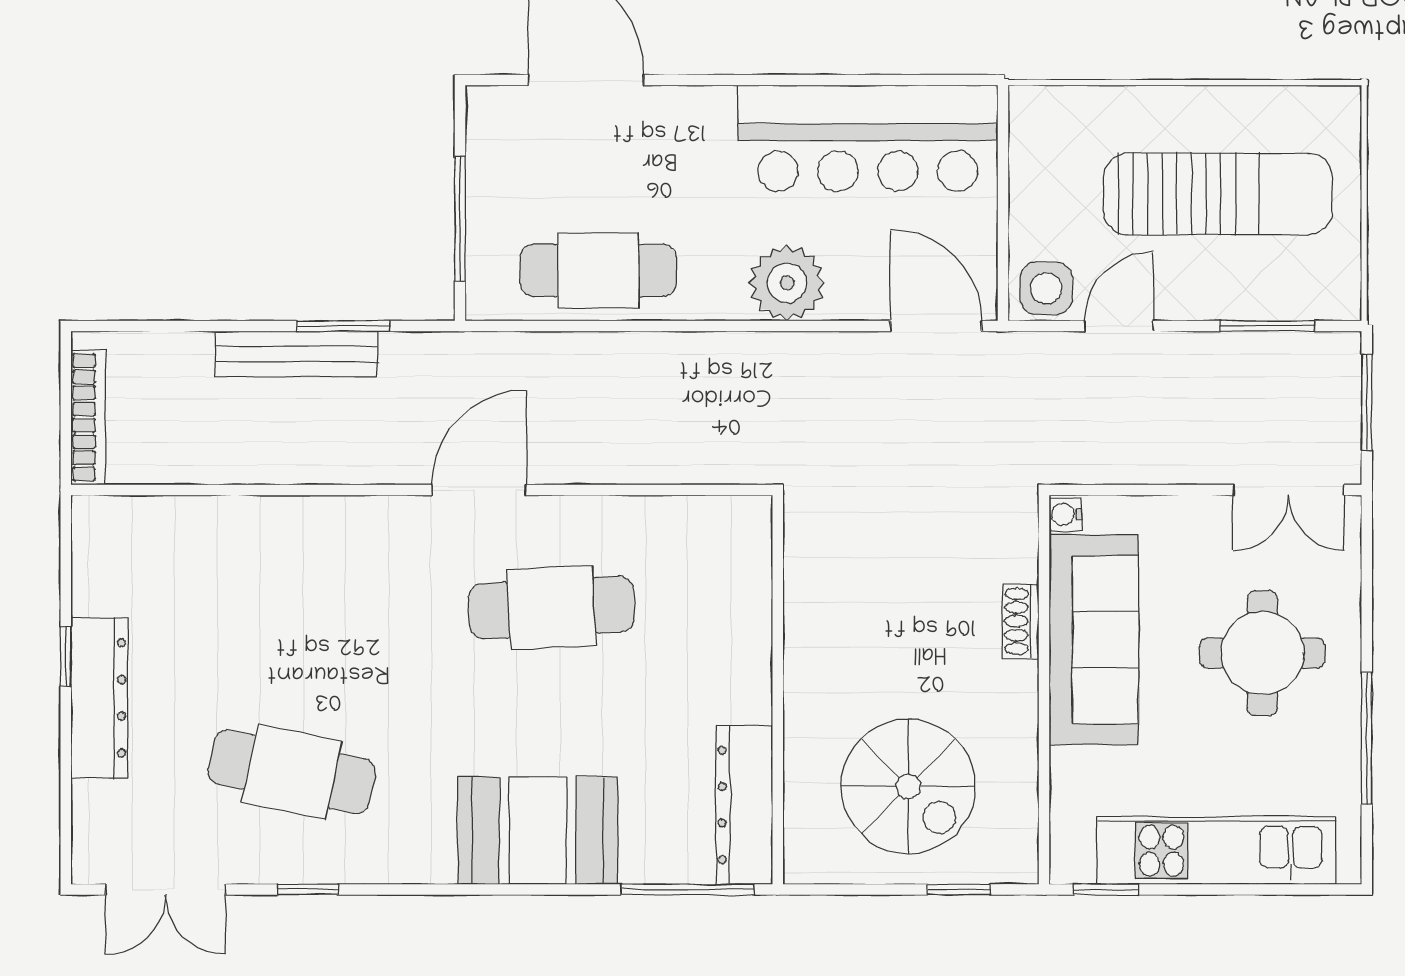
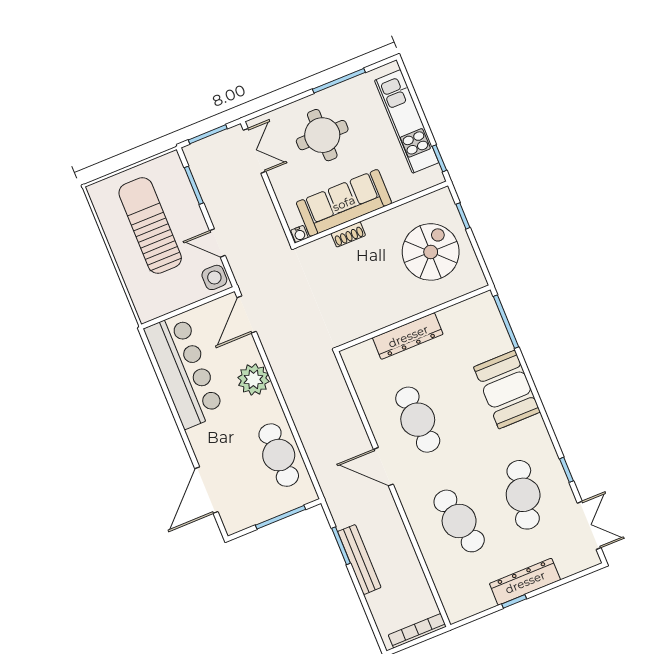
cafe table: (292, 608) -> (459, 521), added
dresser: (744, 805) -> (408, 336), moved

